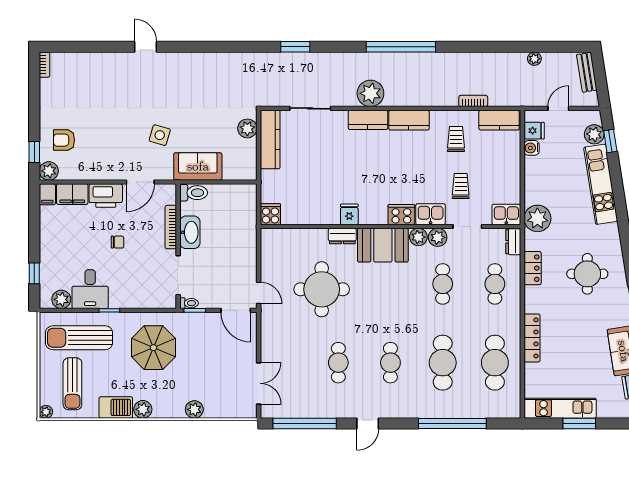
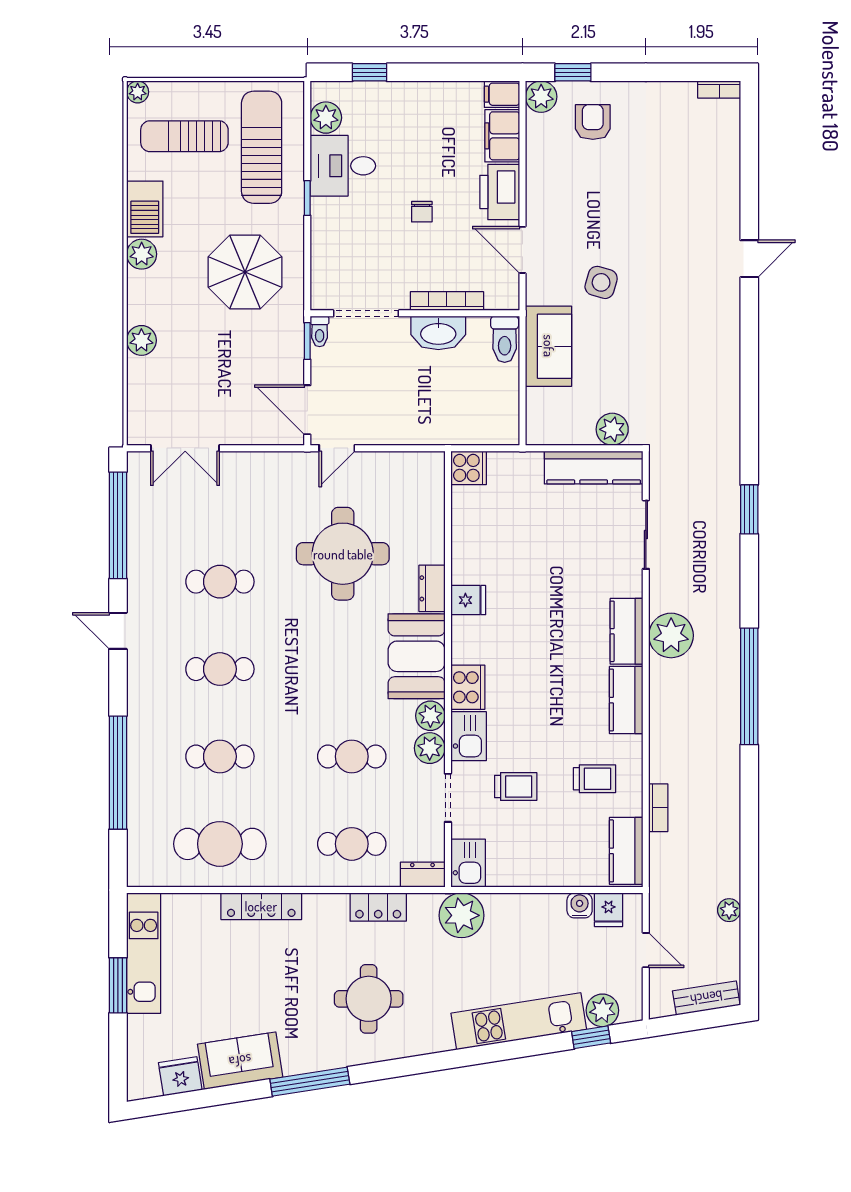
door: (236, 310) -> (307, 410), hinge flipped
cafe table: (443, 363) -> (220, 756), width x0.73, depth x0.74

